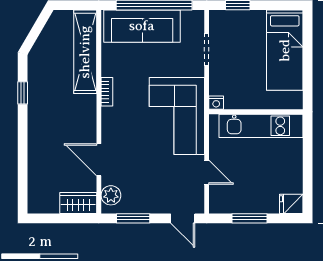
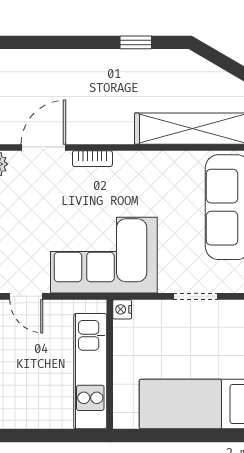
bookcase: (107, 92) -> (92, 159), moved
door: (207, 172) -> (26, 296), hinge flipped

